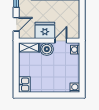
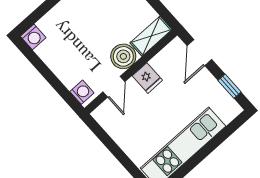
fridge: (45, 30) -> (147, 78), width x0.53, depth x0.75

